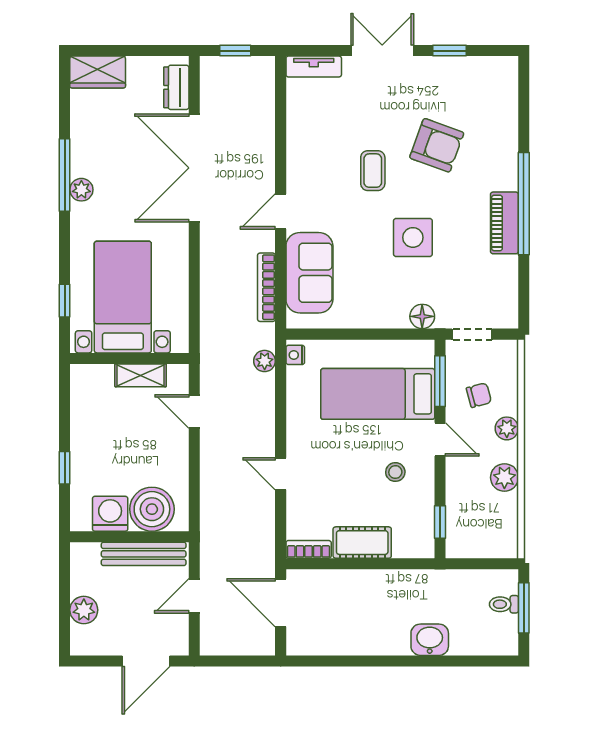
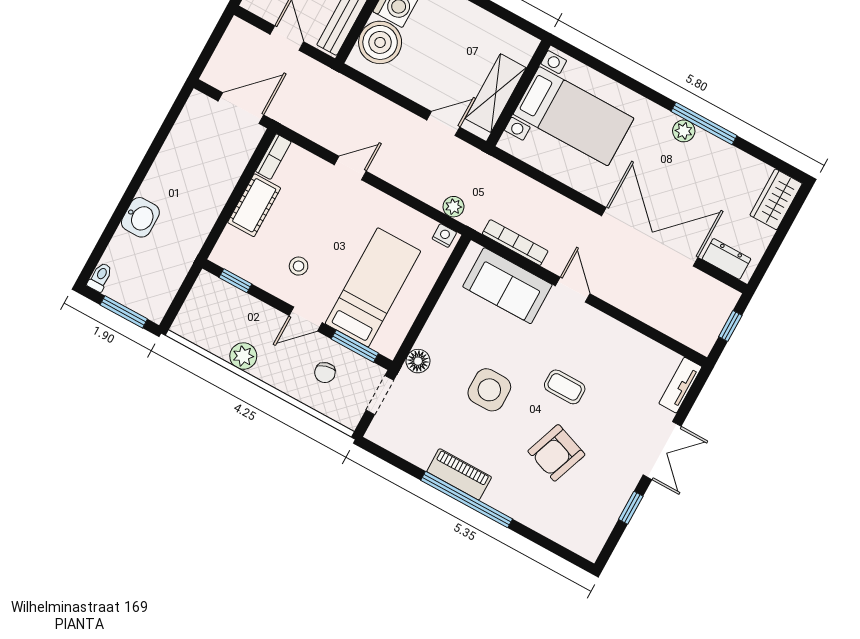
window: (65, 301) -> (597, 65), removed
shelving: (141, 375) -> (496, 93), width x1.50, depth x1.33
plant: (507, 428) -> (284, 381), removed
toilet: (504, 604) -> (100, 277), moved

